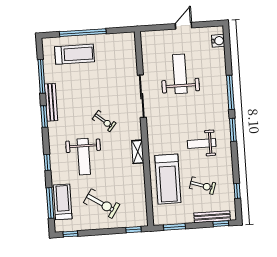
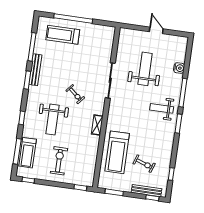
door: (183, 26) -> (156, 30), hinge flipped
water cooler: (218, 41) -> (179, 68), moved
treadmill: (75, 54) -> (63, 35), turned 180
weight bench: (202, 144) -> (162, 108), moved
treadmill: (63, 202) -> (28, 153), turned 180
exercise bike: (102, 204) -> (59, 161), turned -123

